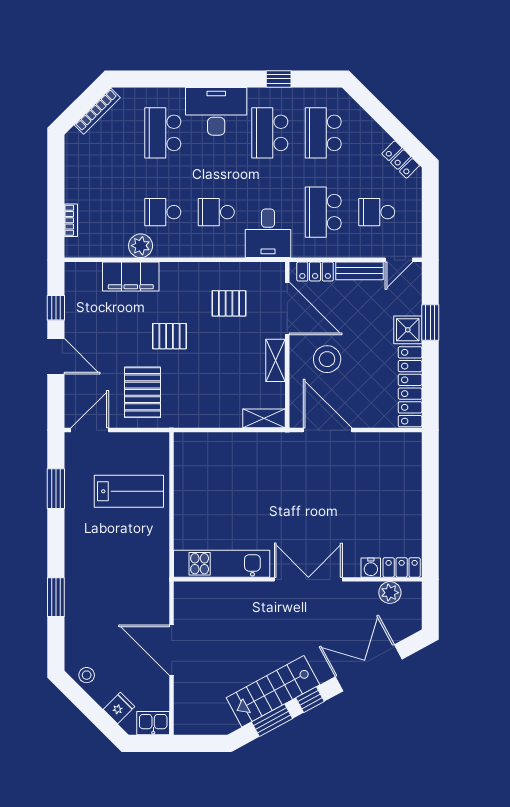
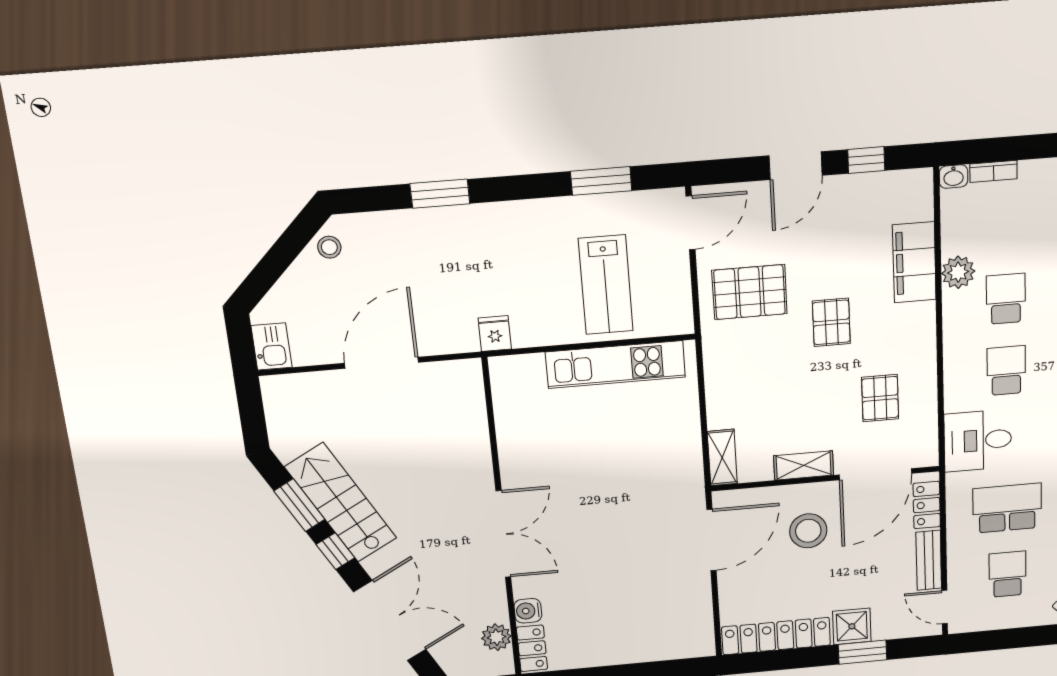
washbasin: (72, 248) -> (954, 177), added
door: (90, 430) -> (691, 223), hinge flipped
kitchen unit: (222, 564) -> (615, 365), moved, turned 90
fridge: (119, 708) -> (495, 333), moved, turned -135

